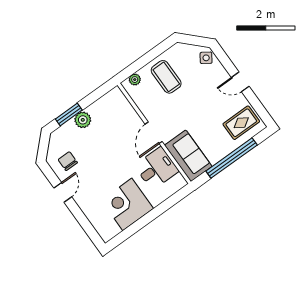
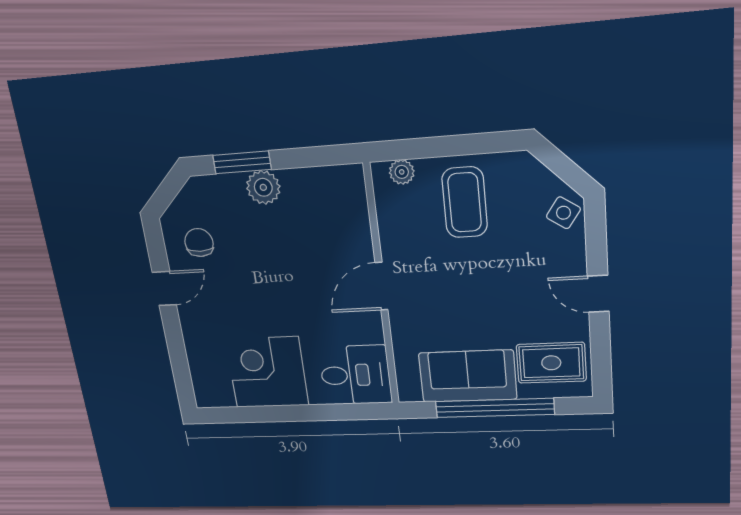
sofa: (188, 156) -> (468, 376), moved, turned -90
desk: (157, 168) -> (355, 375), moved

